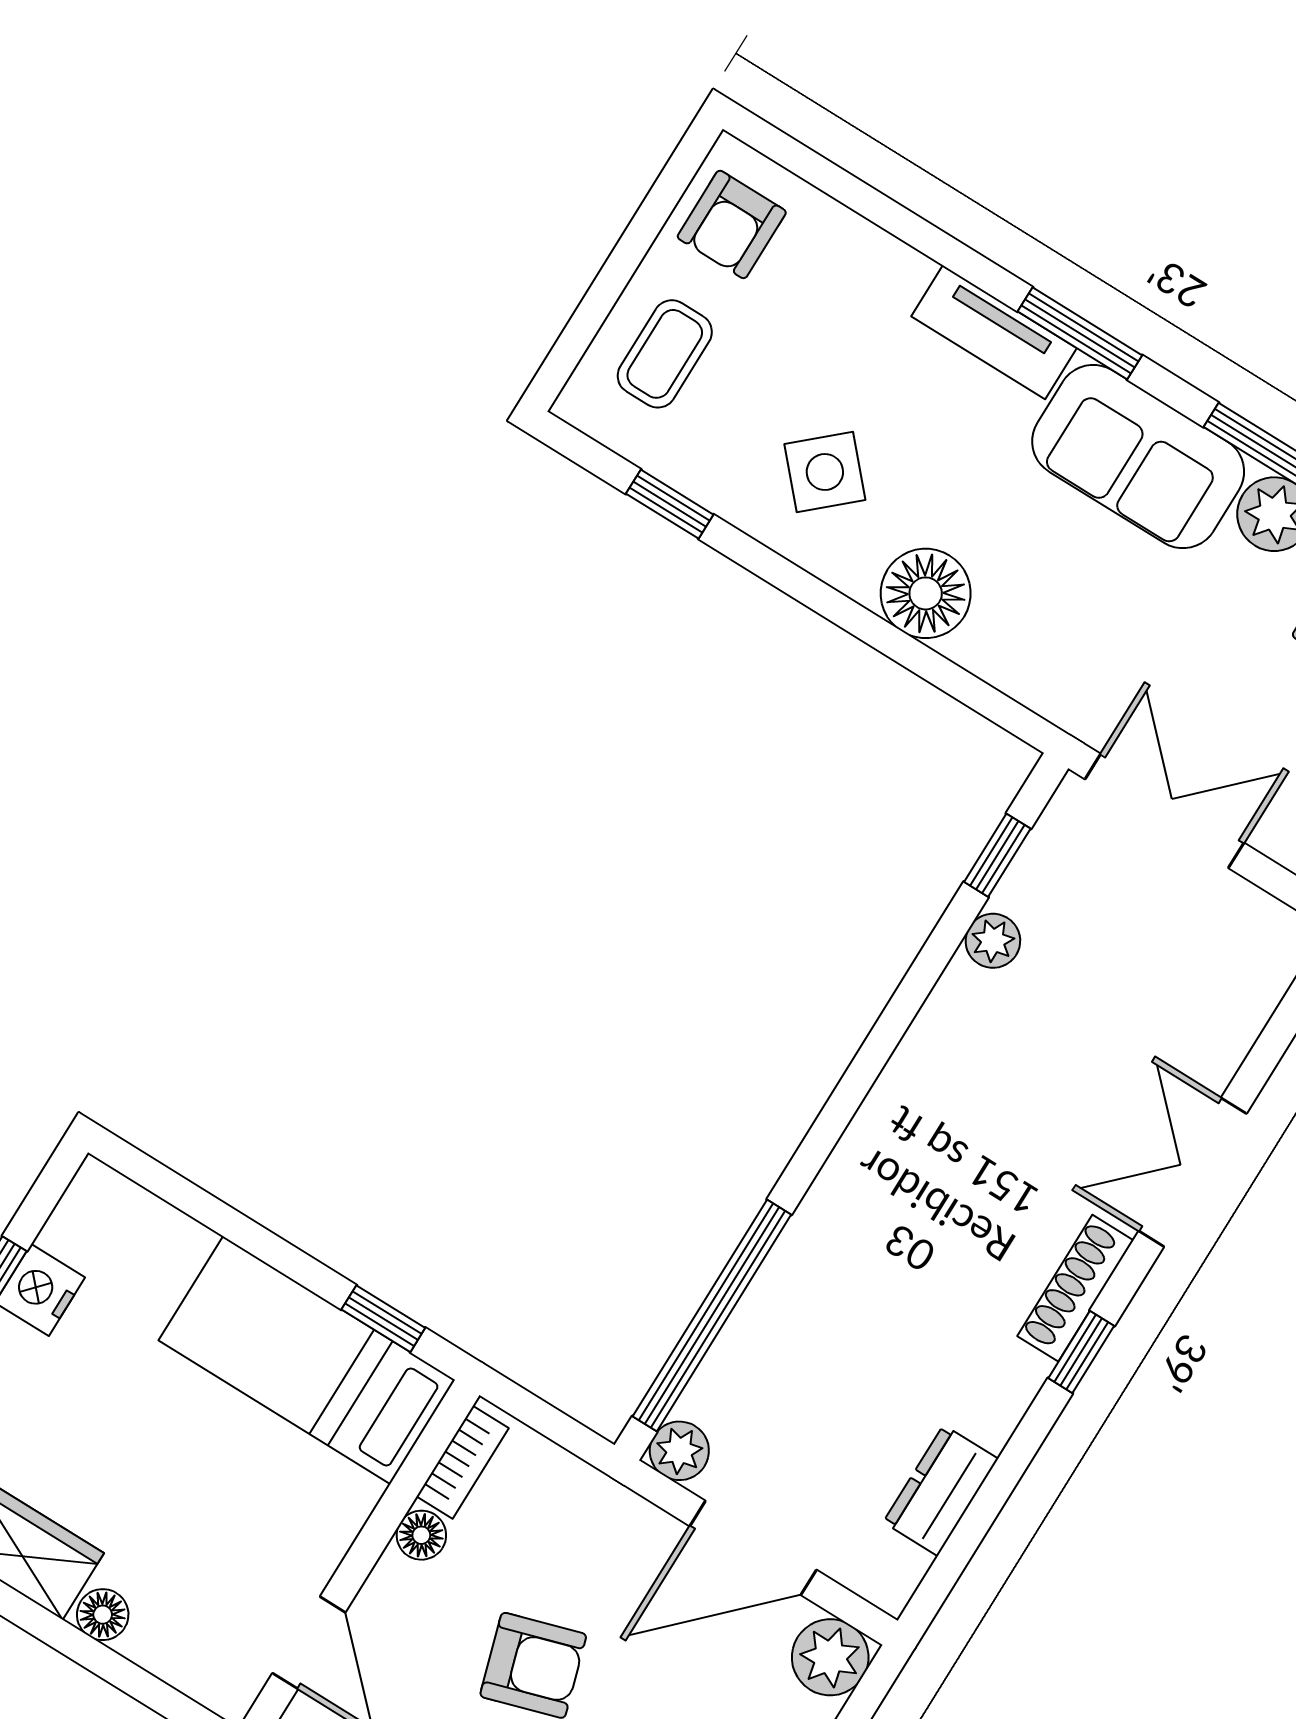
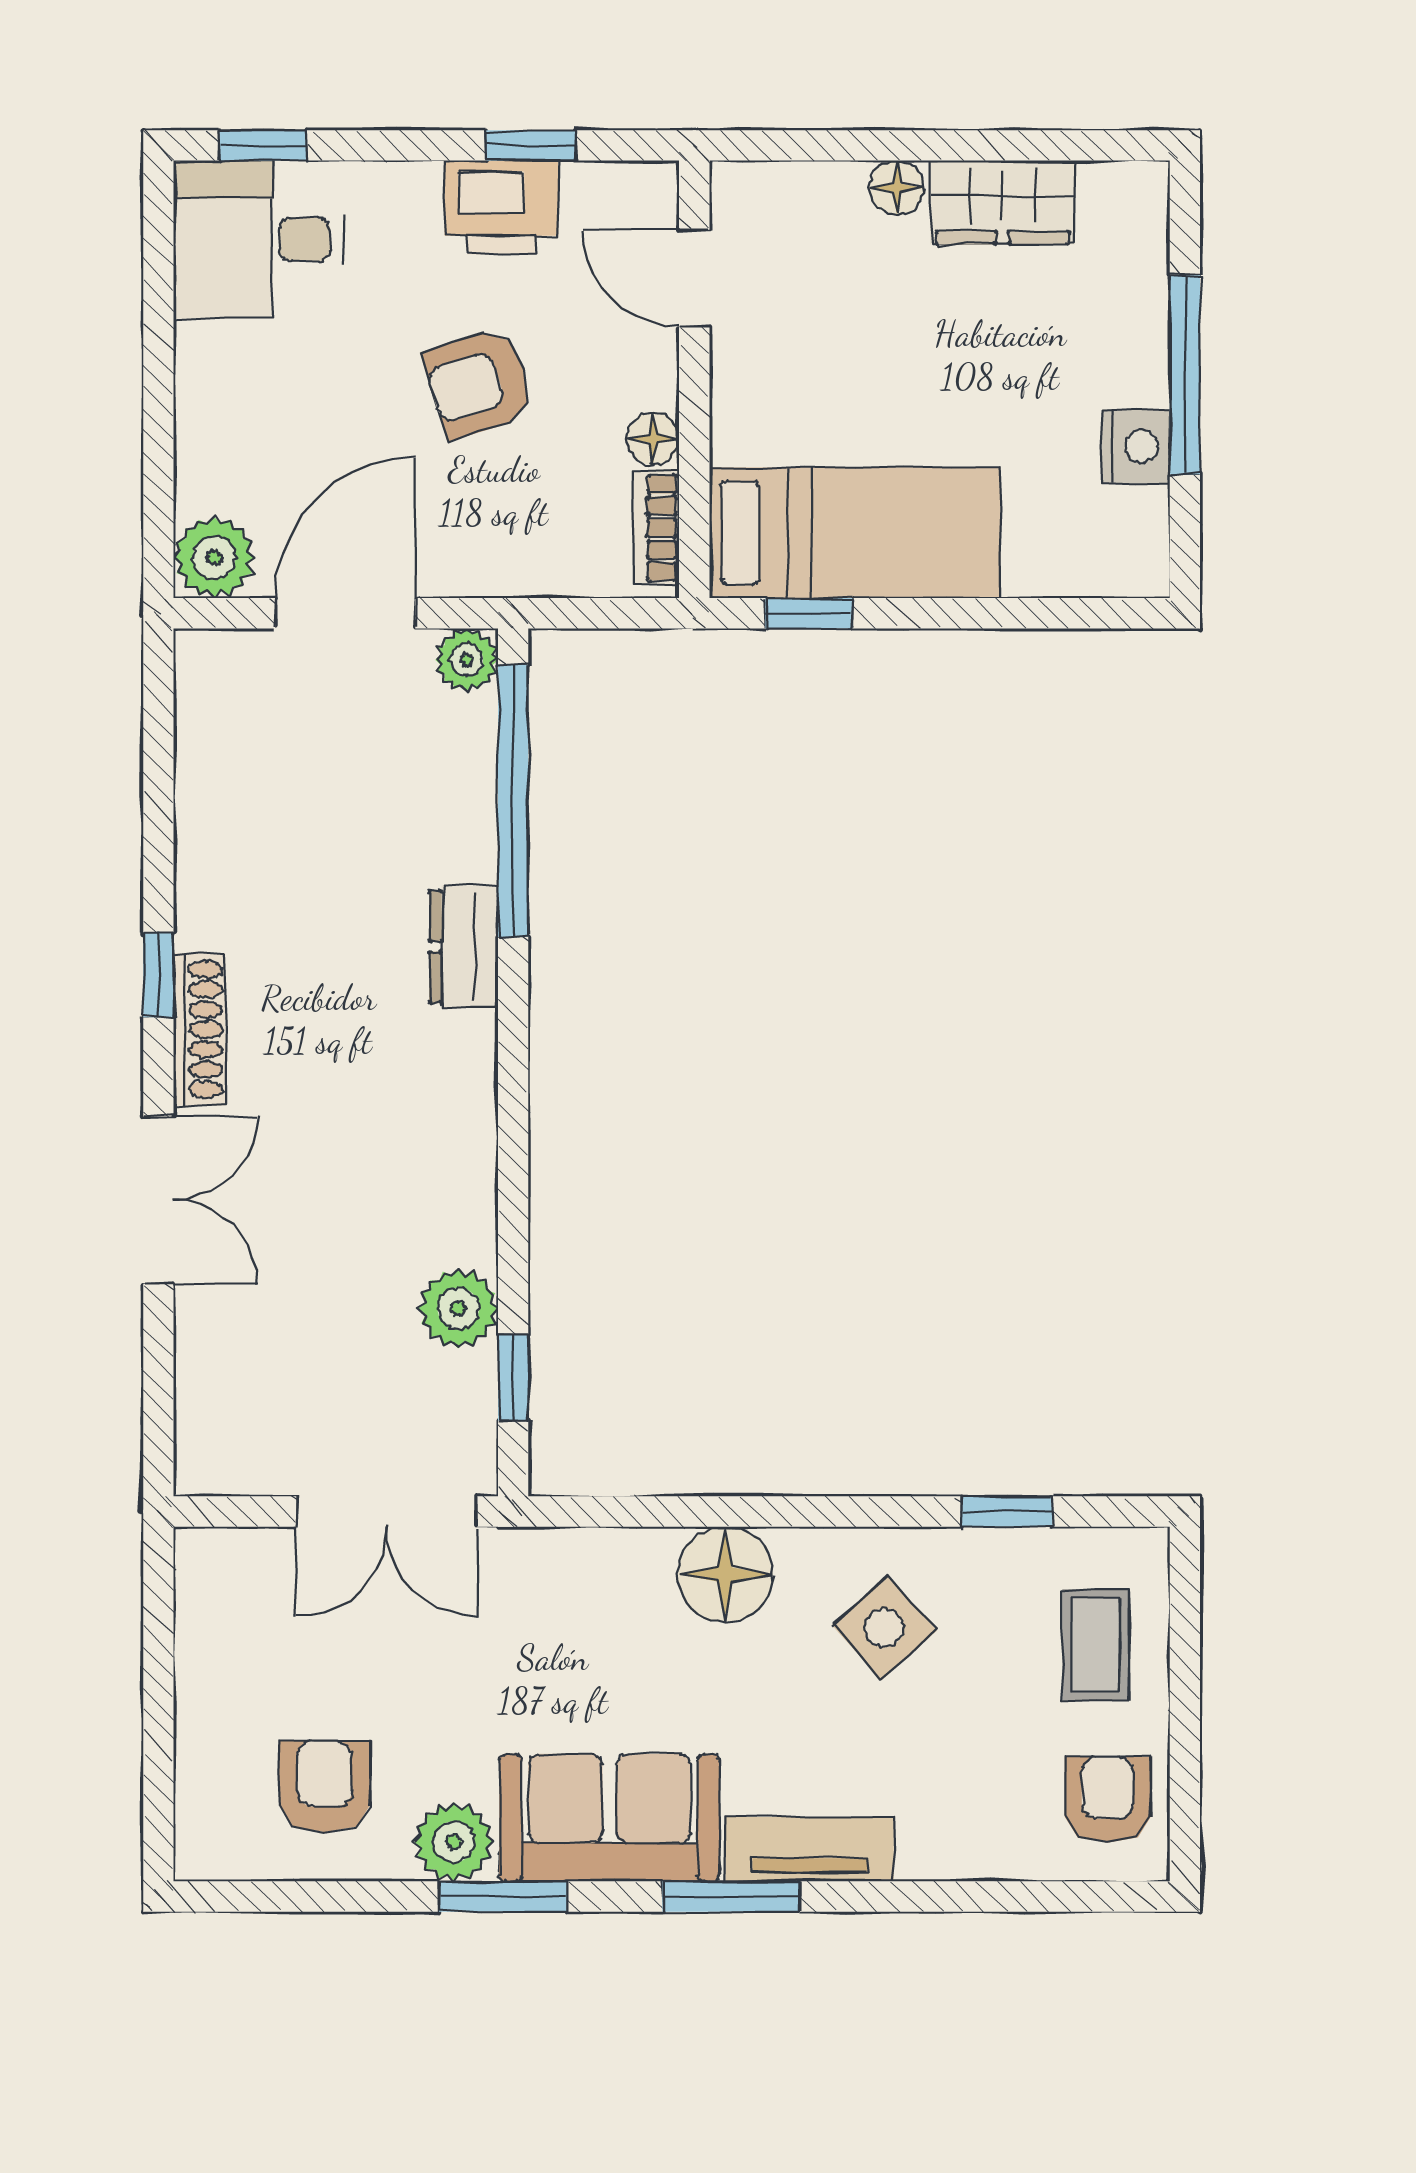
plant: (993, 941) -> (458, 1308), width x1.38, depth x1.38
dresser: (941, 1490) -> (464, 947), moved, turned 180

